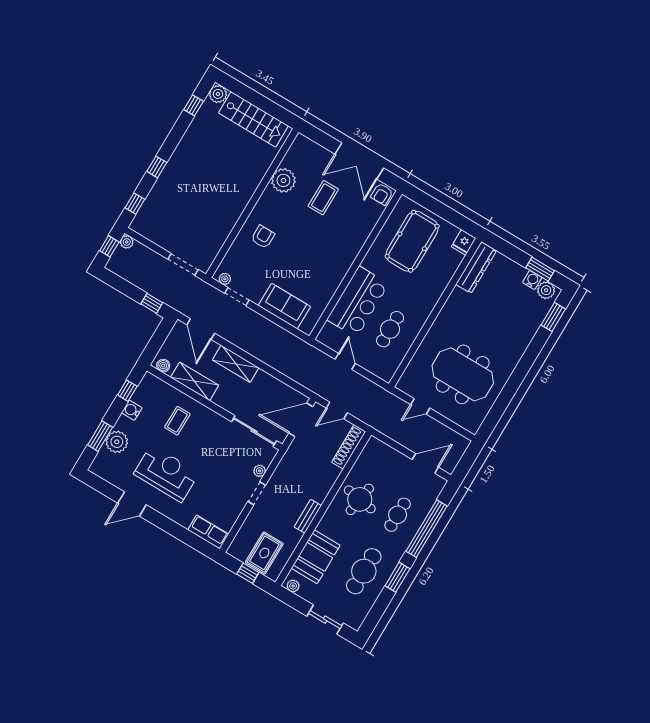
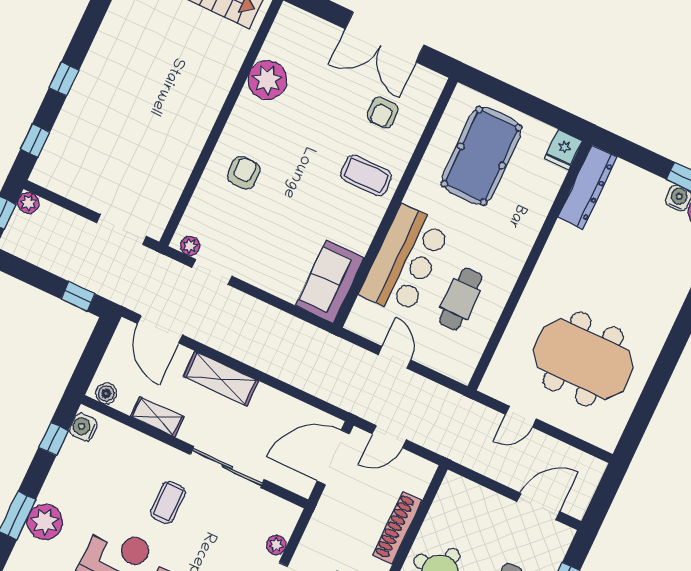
armchair: (382, 194) -> (383, 113), moved
coffee table: (323, 198) -> (366, 175), moved, turned 90
sofa: (284, 306) -> (330, 282), moved, turned -90
shelving: (195, 381) -> (157, 417), width x0.67, depth x0.75
water cooler: (132, 410) -> (83, 427), moved
coffee table: (177, 421) -> (168, 502), moved
sliding door: (254, 431) -> (227, 467), moved
shoe rack: (349, 447) -> (397, 528), moved

